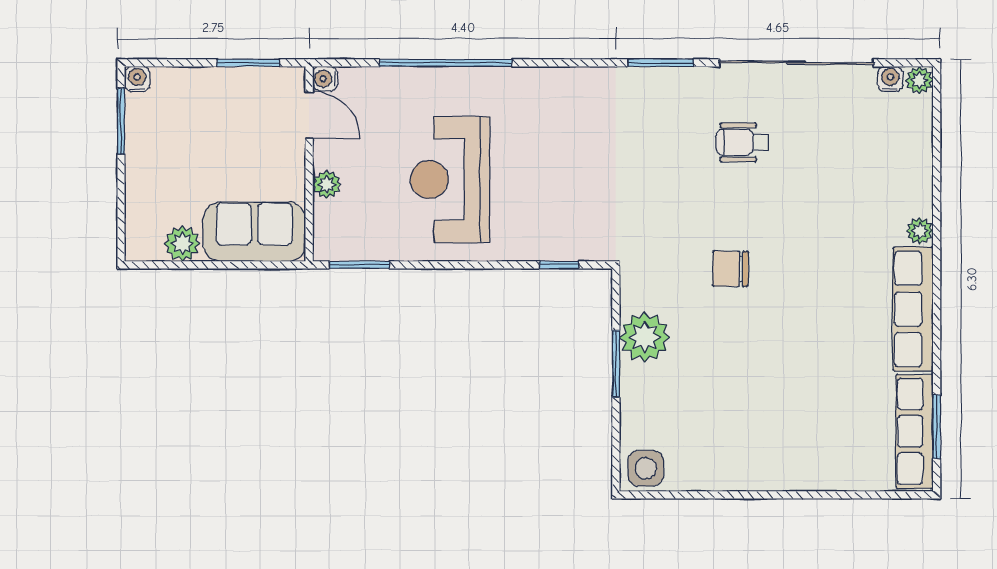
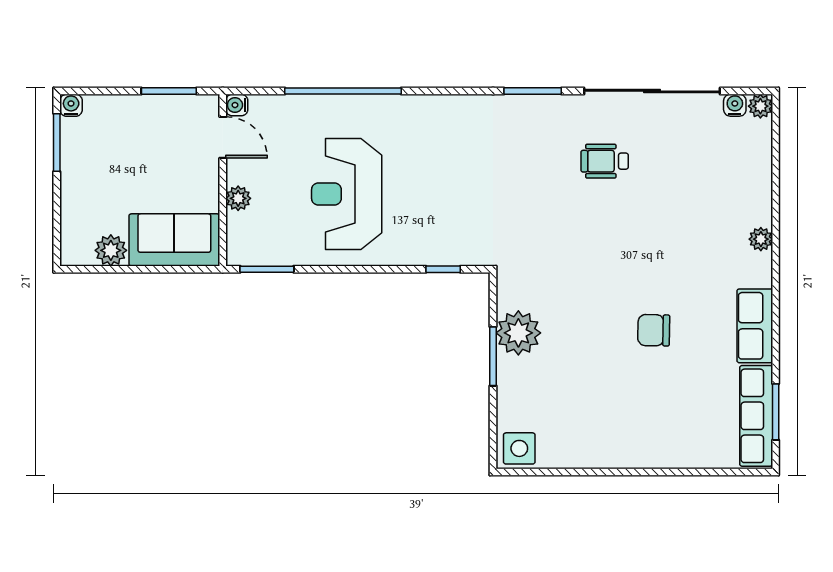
chair: (730, 269) -> (654, 330), moved
row of seats: (913, 309) -> (755, 326), width x0.68

